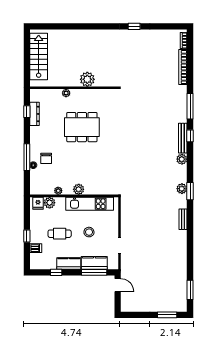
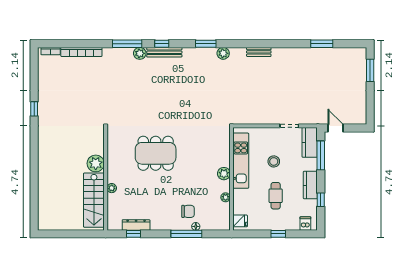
stairs: (39, 57) -> (94, 200), moved, turned -90
dining table: (82, 127) -> (156, 153), moved, turned 90
plant: (182, 159) -> (140, 53), moved
window: (190, 191) -> (206, 44), moved
plant: (50, 203) -> (240, 207), removed
dishwasher: (36, 248) -> (305, 224), moved
kitchen counter: (94, 263) -> (310, 142), moved
door: (118, 285) -> (336, 128), hinge flipped
window: (190, 290) -> (322, 44), moved

